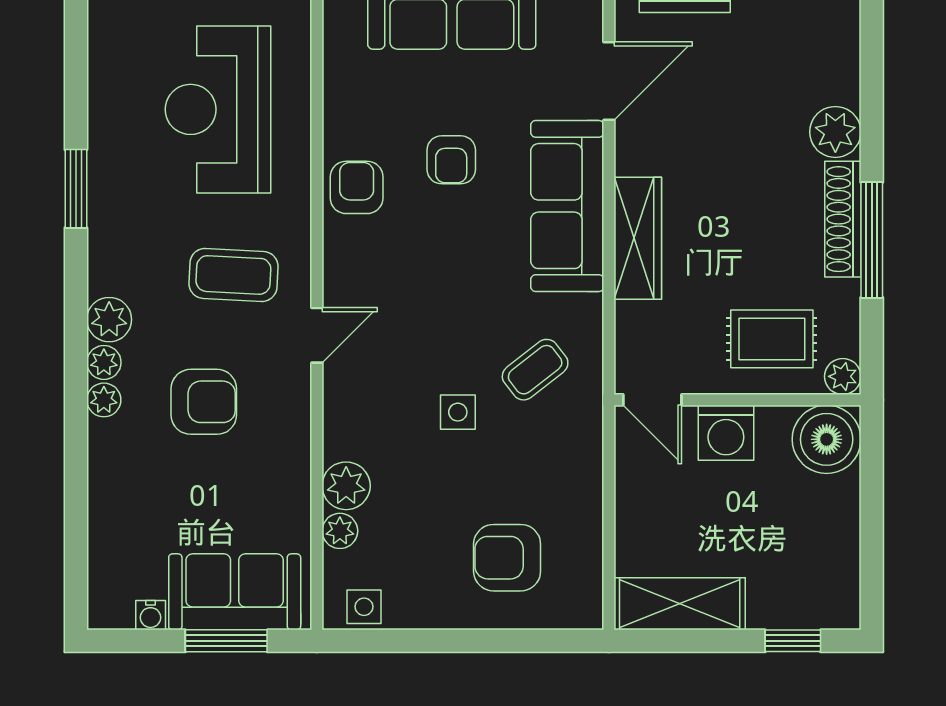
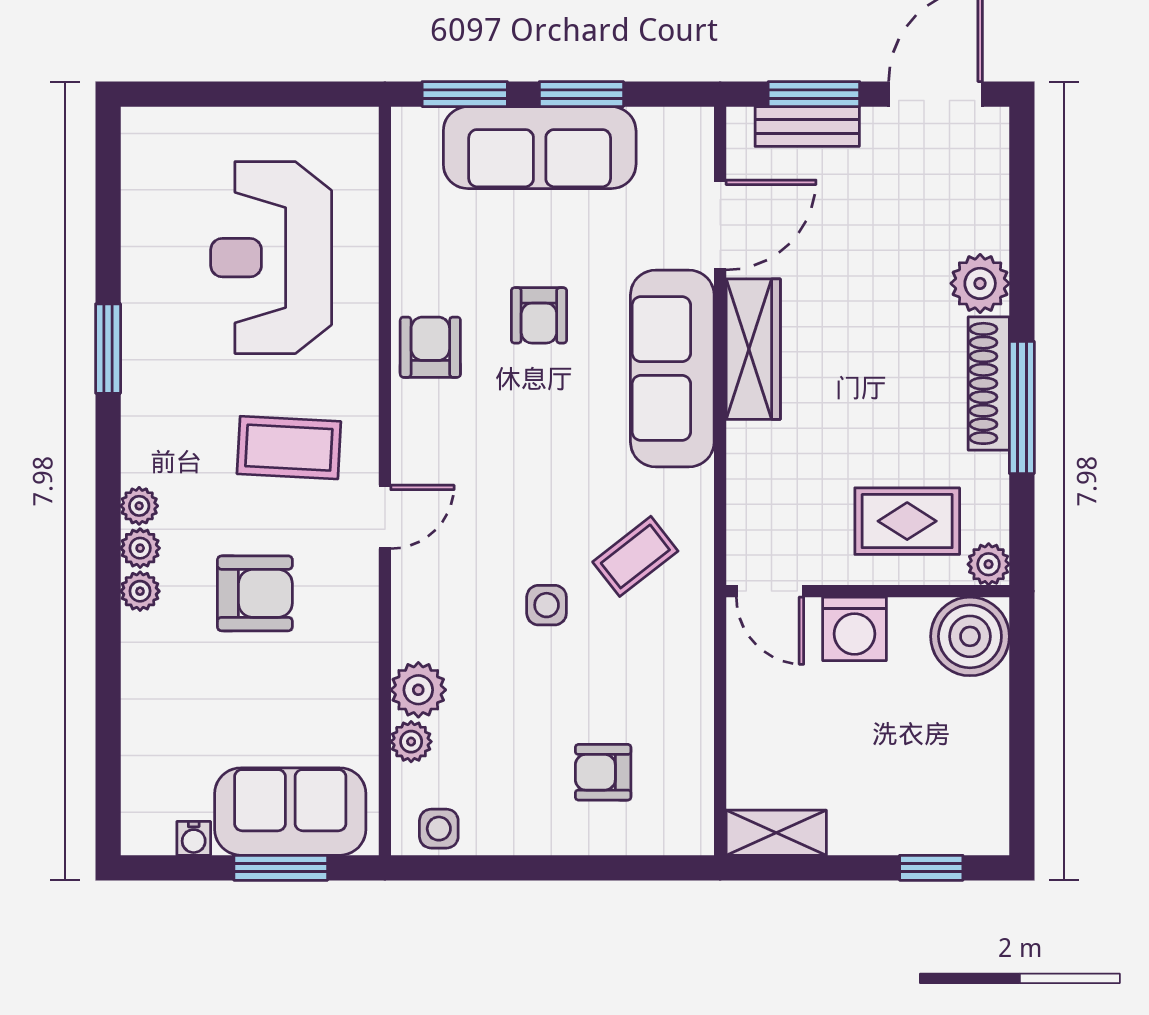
wardrobe: (638, 238) -> (753, 349), moved
plant: (109, 320) -> (139, 506), width x0.73, depth x0.73
armchair: (507, 558) -> (603, 772), width x0.72, depth x0.72
shelving: (680, 604) -> (776, 833), width x0.67, depth x0.75

